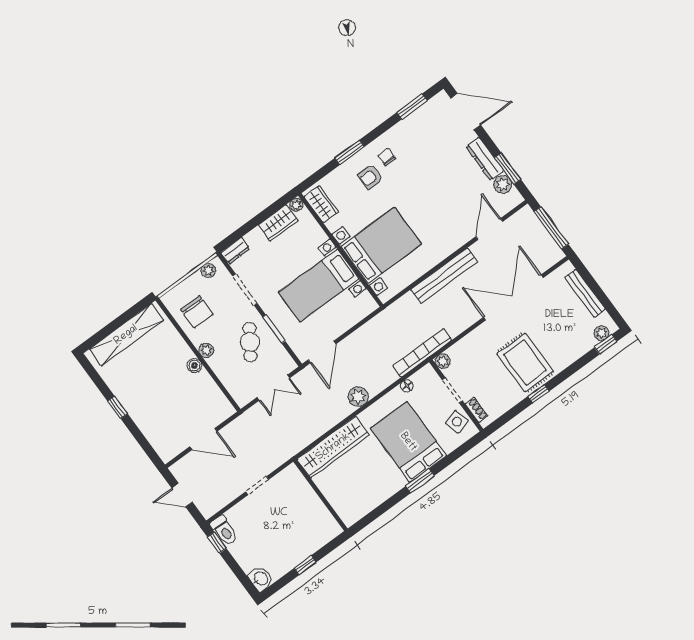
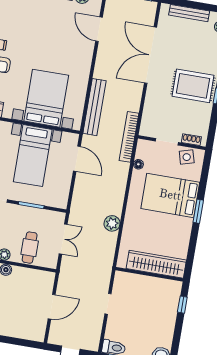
bench: (444, 276) -> (94, 107), moved
cafe table: (250, 342) -> (30, 248), moved, turned 56
door: (322, 352) -> (77, 159), moved
plant: (443, 361) -> (145, 130), removed
plant: (358, 397) -> (112, 223), moved
wardrobe: (333, 447) -> (156, 264), moved, turned -90
window: (305, 565) -> (182, 305), moved

